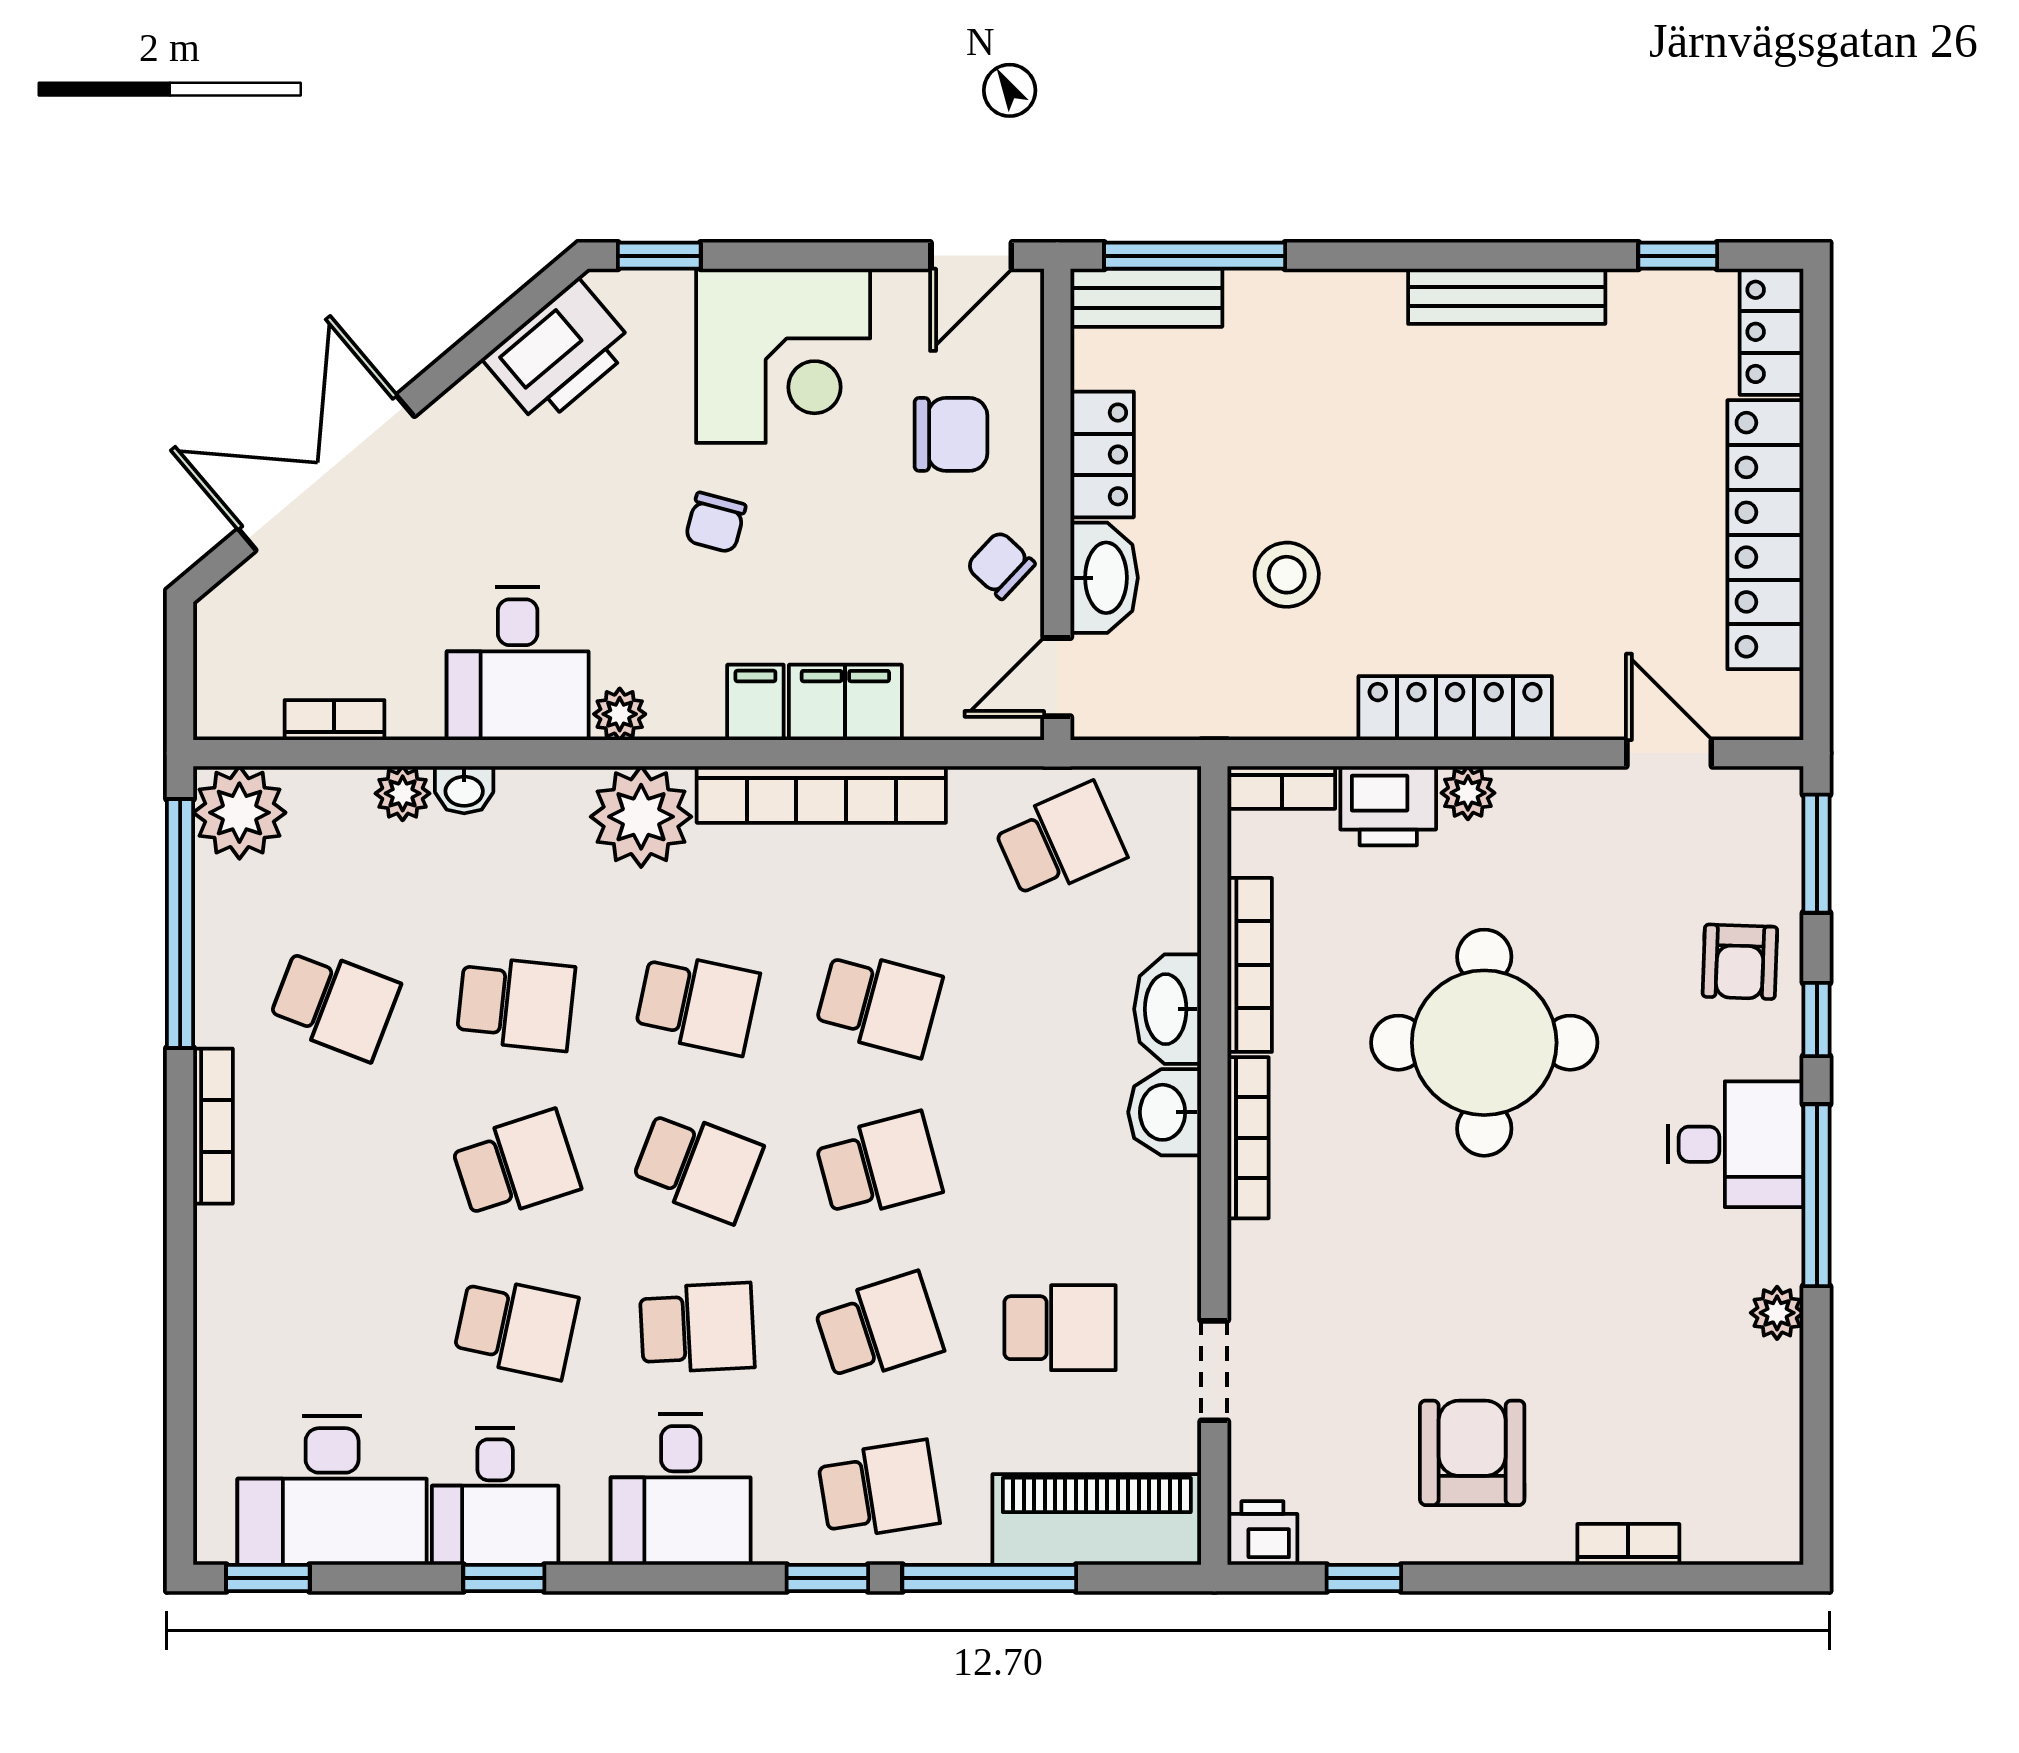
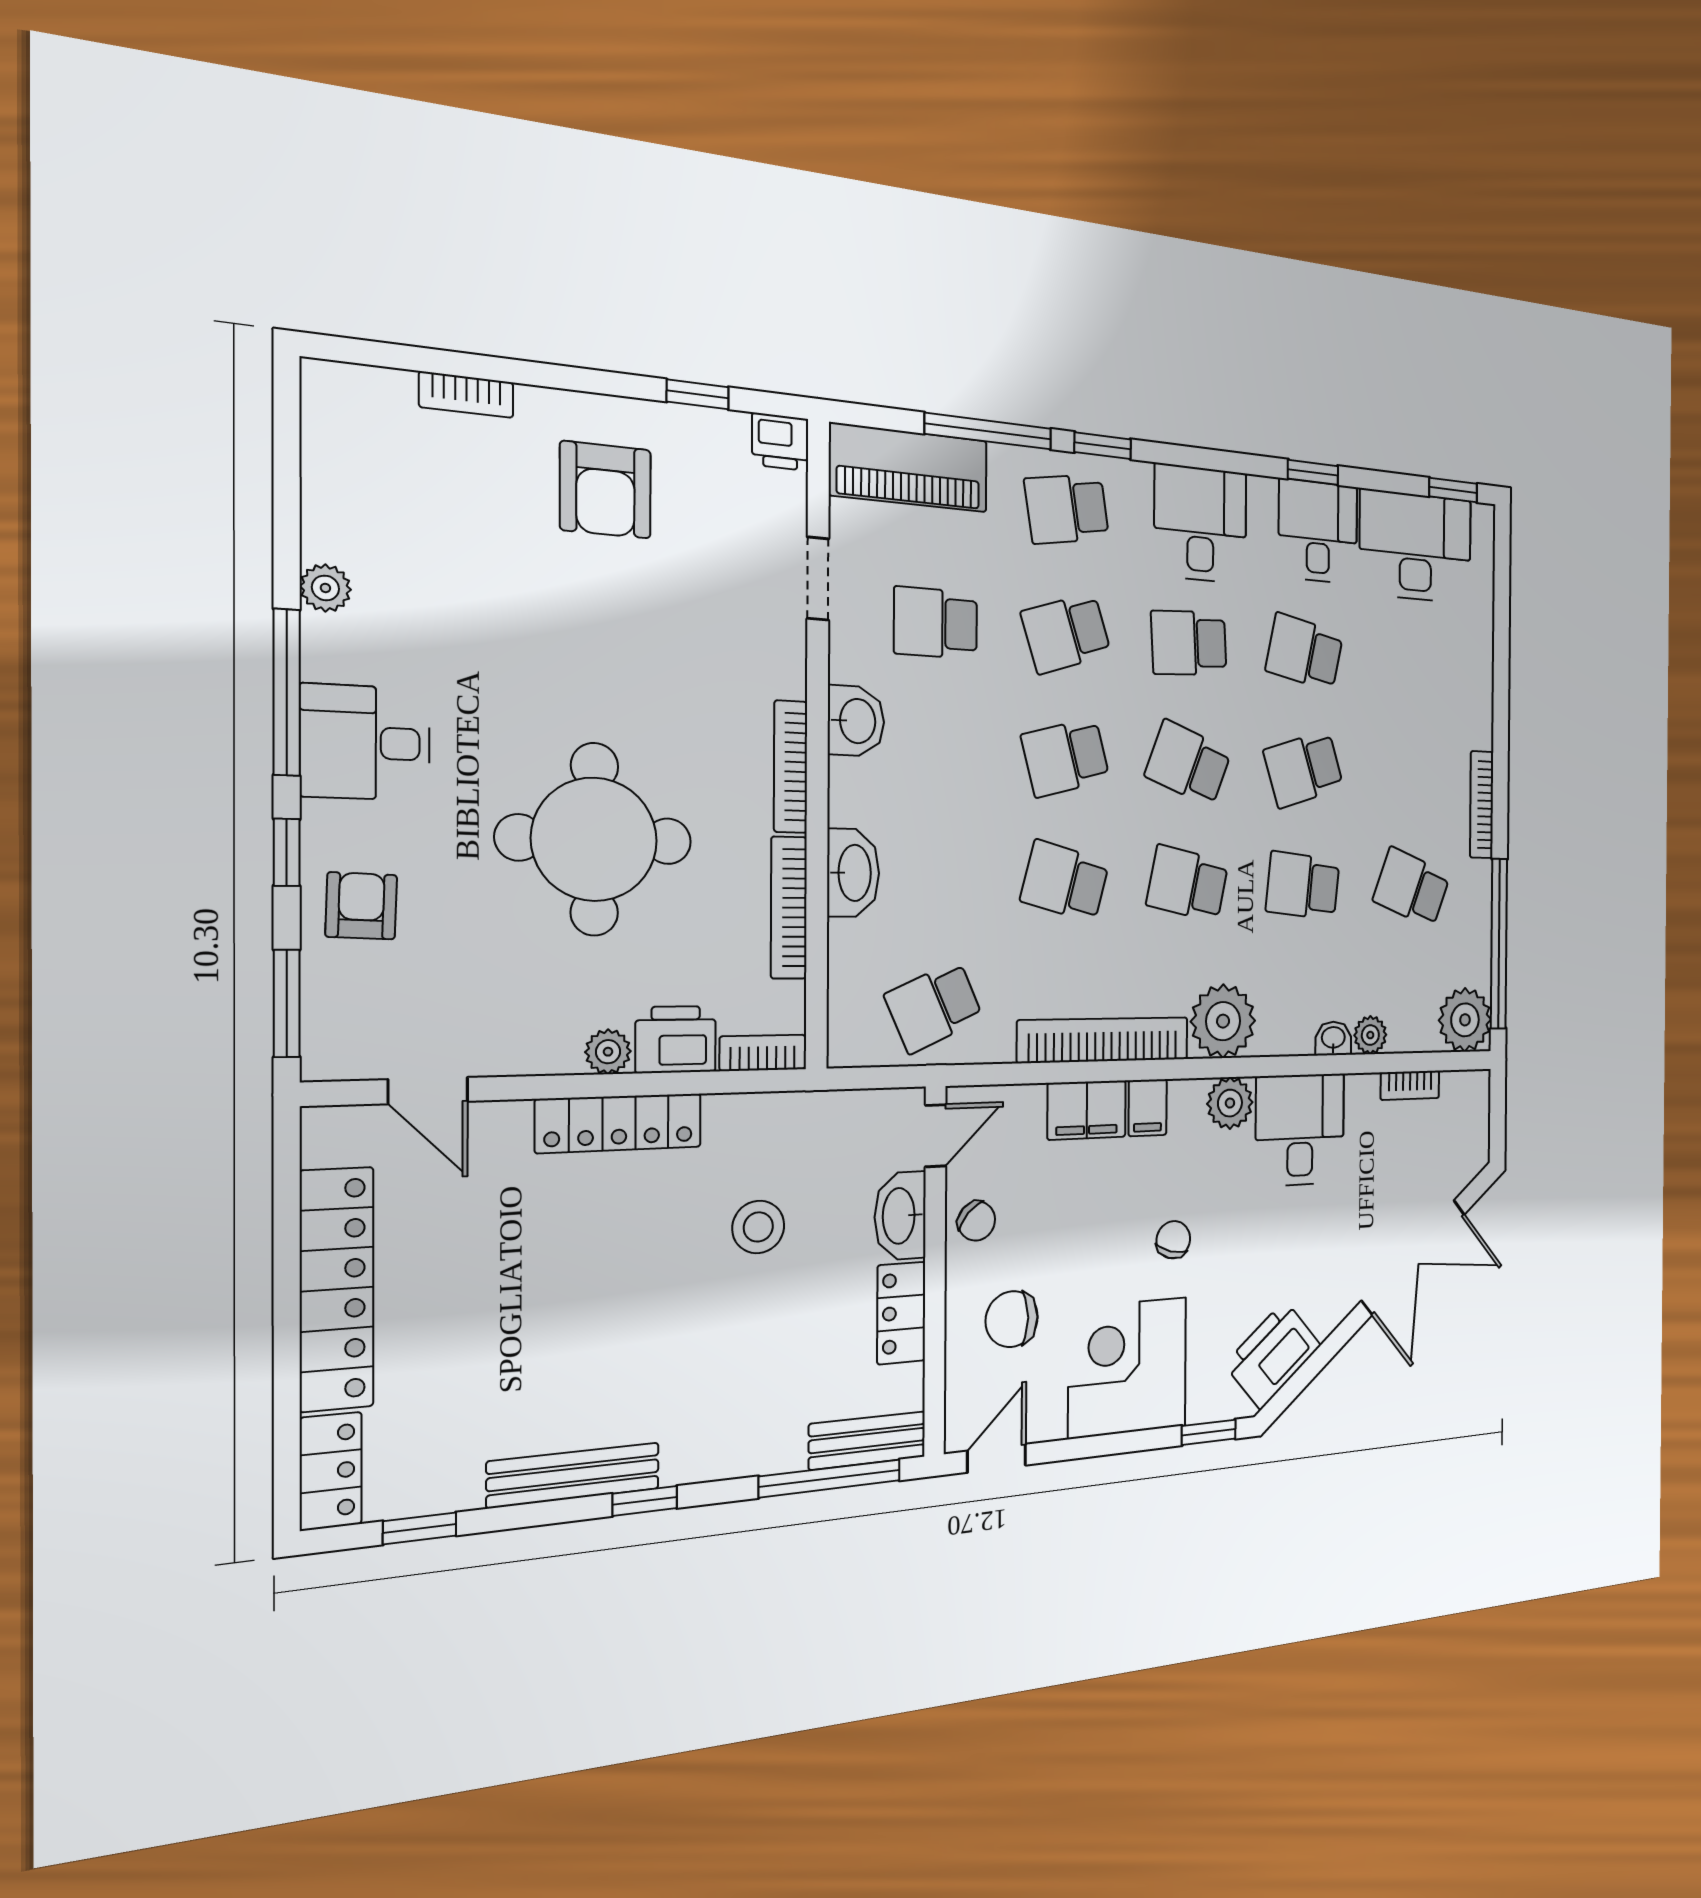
window: (1424, 256) -> (645, 1501), added
plant: (620, 714) -> (1230, 1103), width x1.38, depth x1.38
washbasin: (1165, 1112) -> (856, 721), moved

